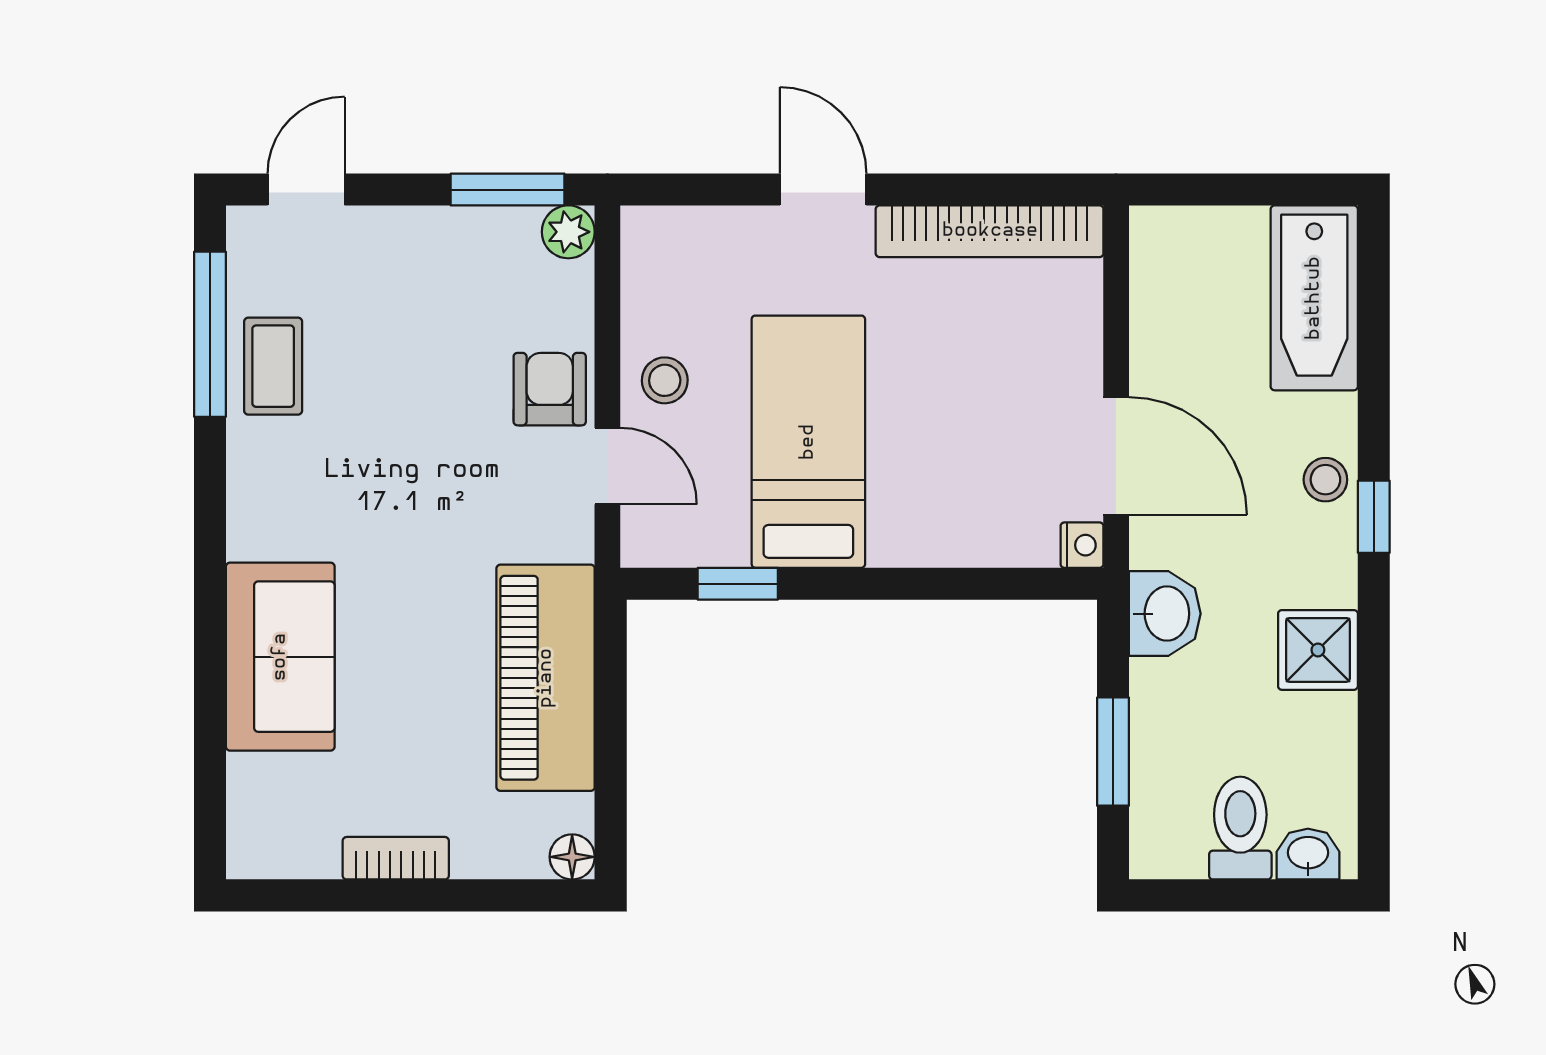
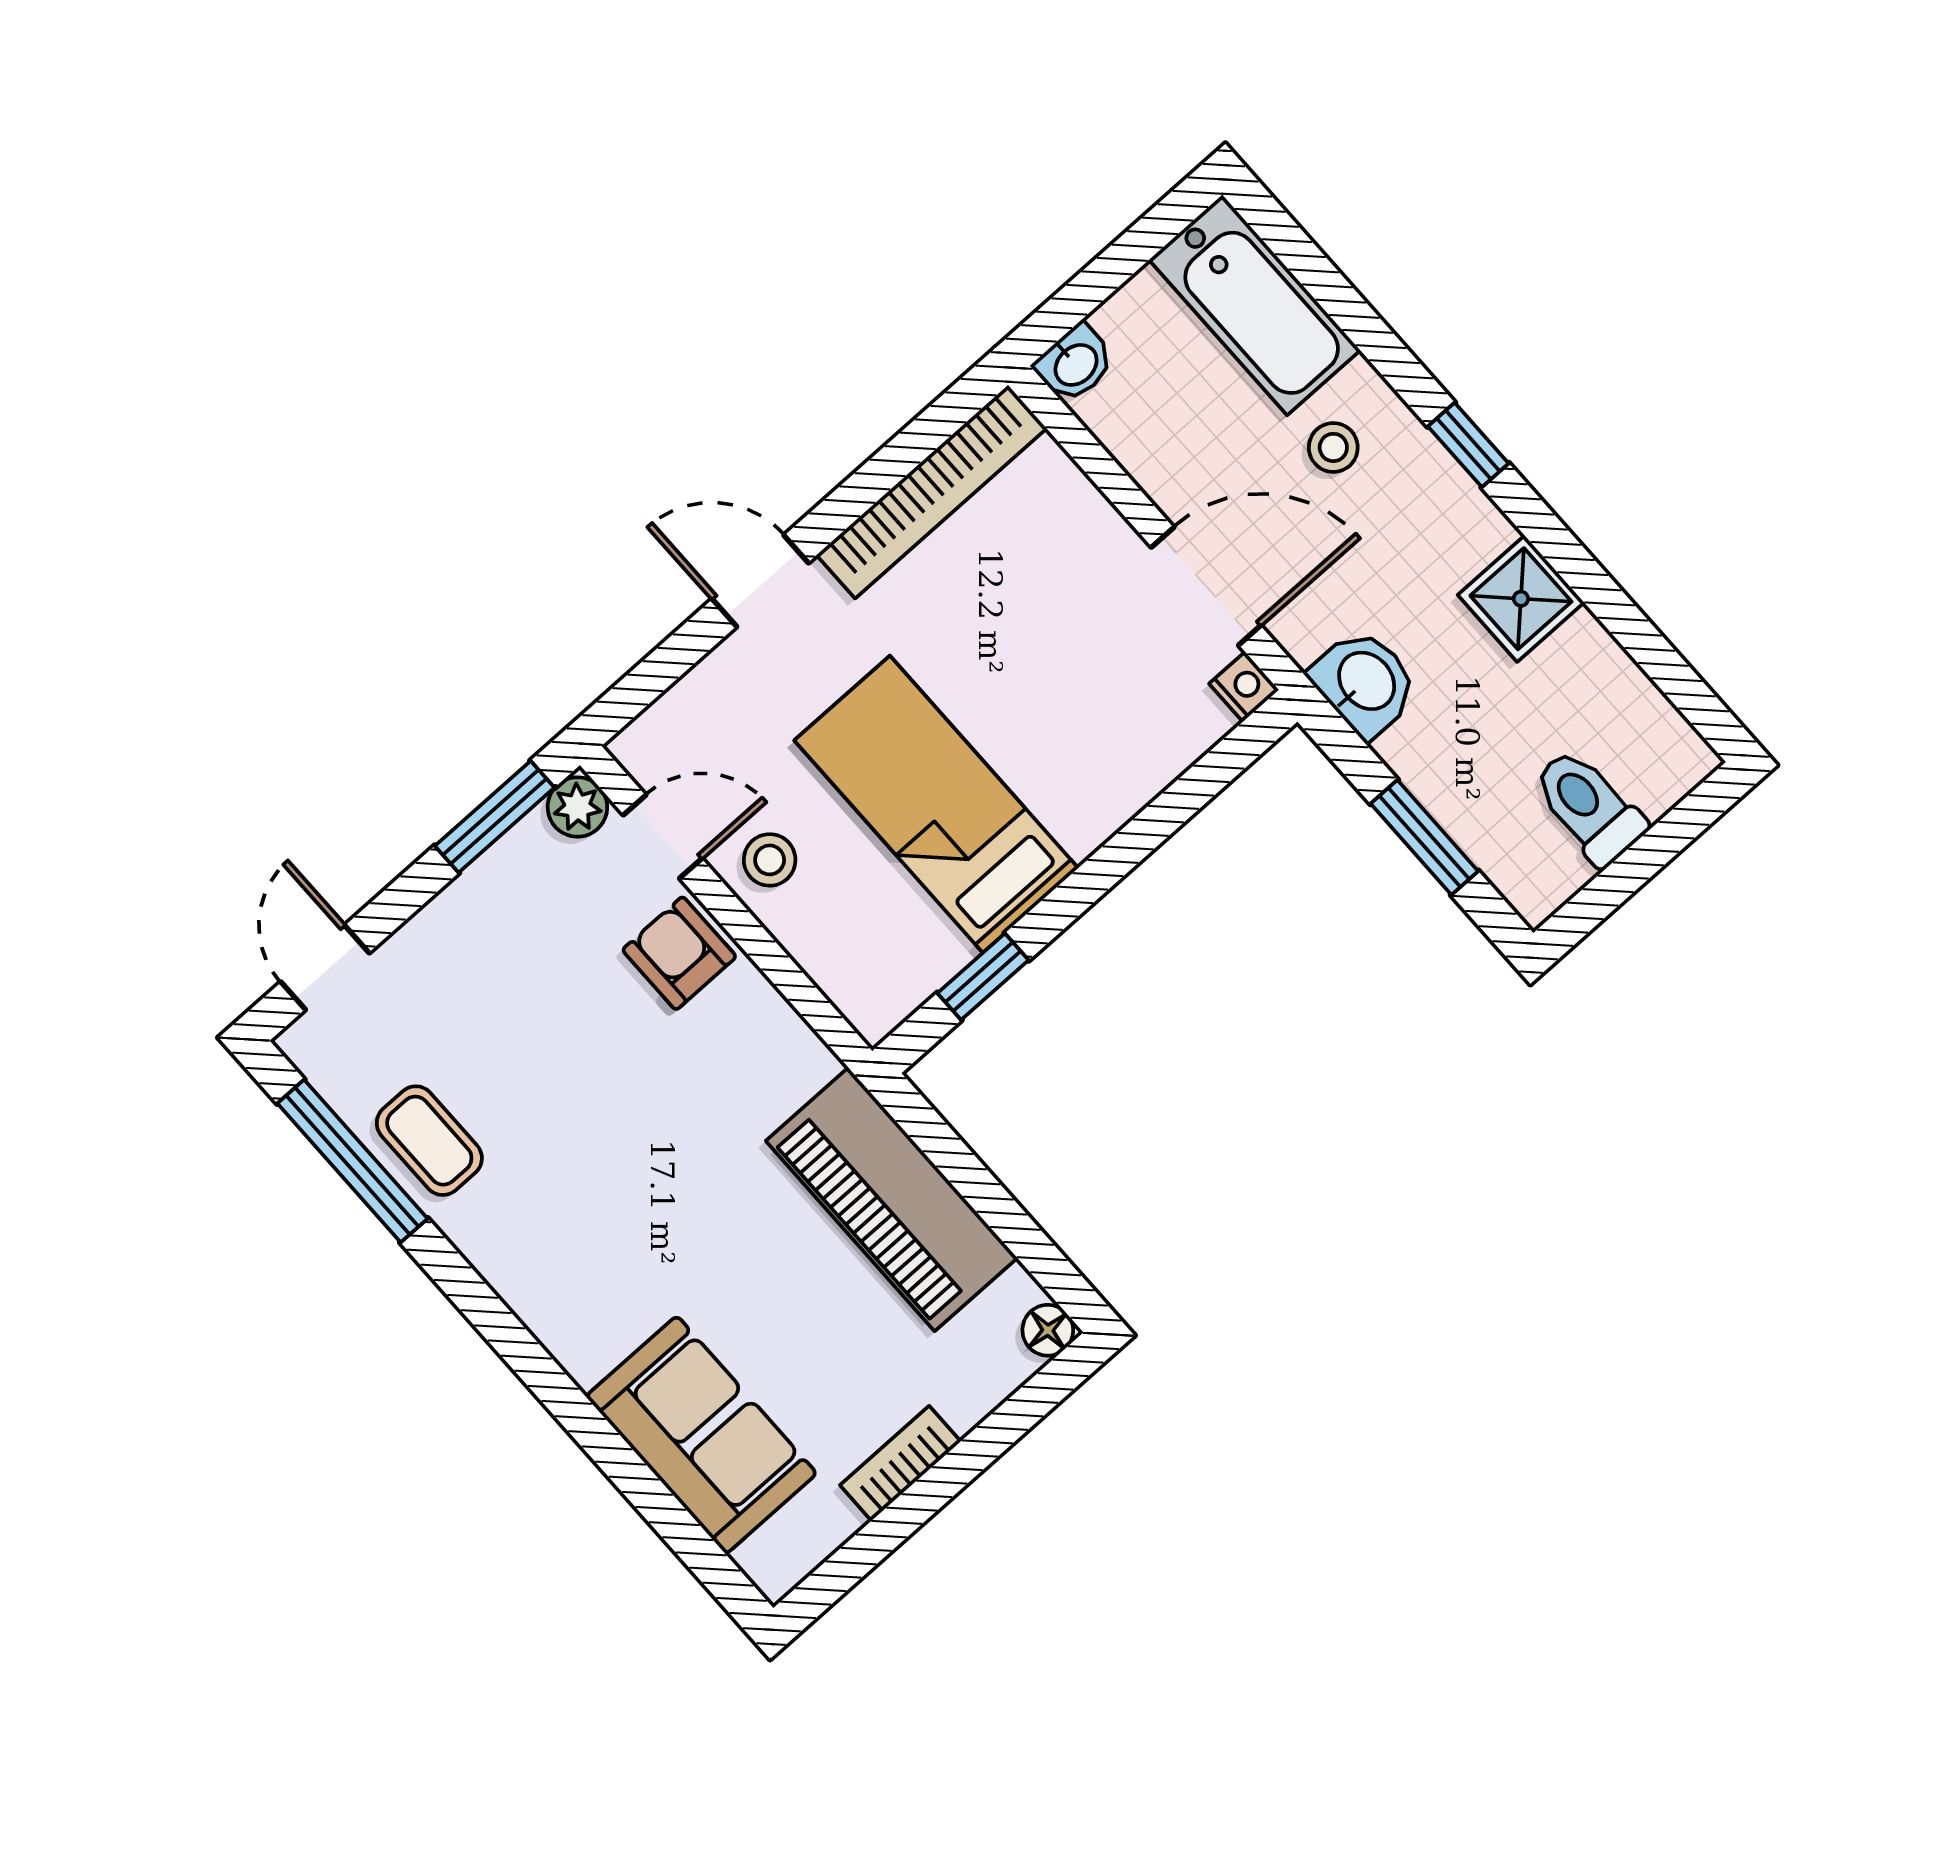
door: (607, 466) -> (663, 837), moved
stool: (1325, 480) -> (1333, 447), moved
sofa: (280, 657) -> (701, 1435), moved
washbasin: (1308, 854) -> (1075, 364), moved, turned 180

